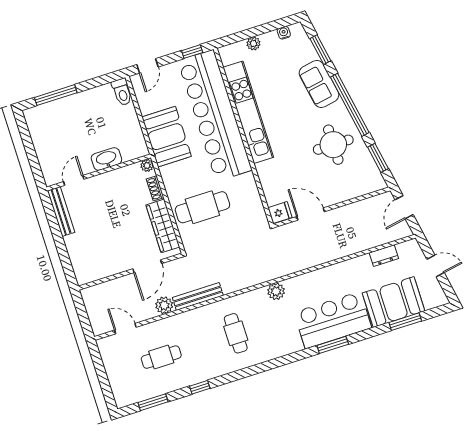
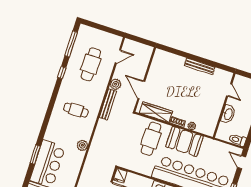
booth: (167, 137) -> (184, 141), moved
washbasin: (106, 159) -> (228, 114), moved
wall: (99, 172) -> (224, 105), moved
door: (74, 180) -> (229, 90), moved
cafe table: (161, 357) -> (91, 64), width x1.37, depth x1.35
window: (153, 402) -> (71, 44), width x1.44

